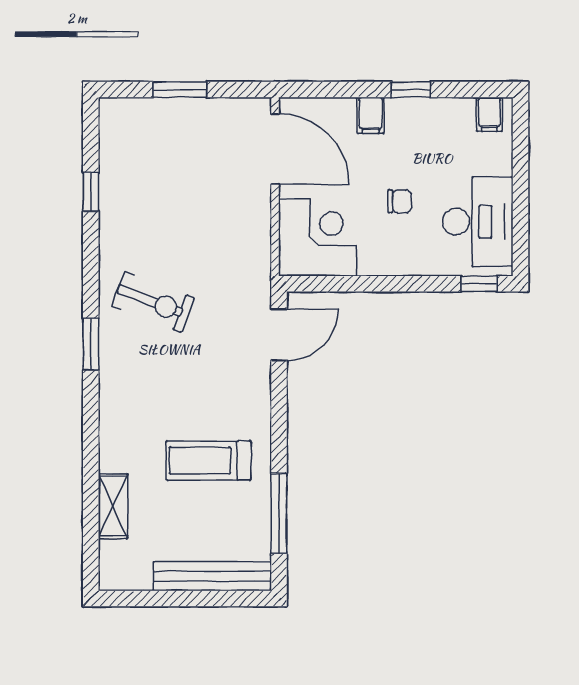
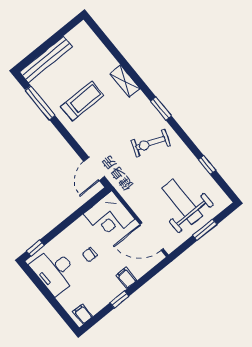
weight bench: (180, 165) -> (182, 202), added
shelving: (113, 506) -> (125, 81), moved

